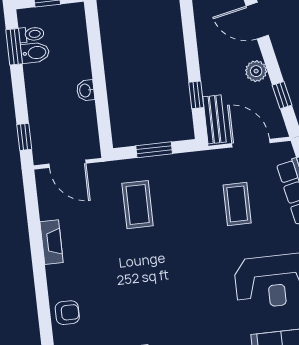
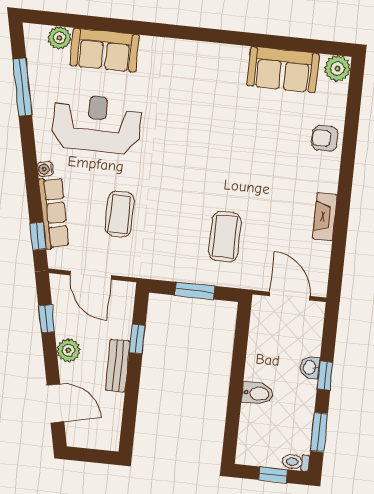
toilet: (31, 34) -> (296, 462), moved
bidet: (35, 53) -> (257, 393), moved, turned 180
washbasin: (86, 90) -> (310, 368), moved, turned 180
bench: (214, 119) -> (118, 366), moved
window: (24, 137) -> (325, 376), moved

